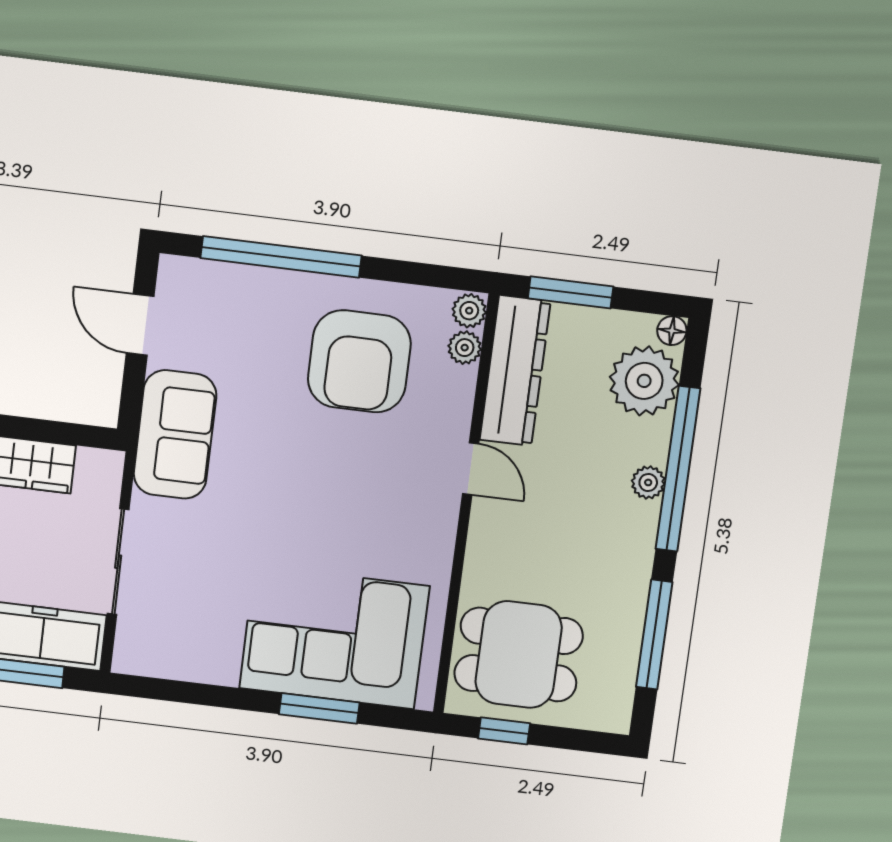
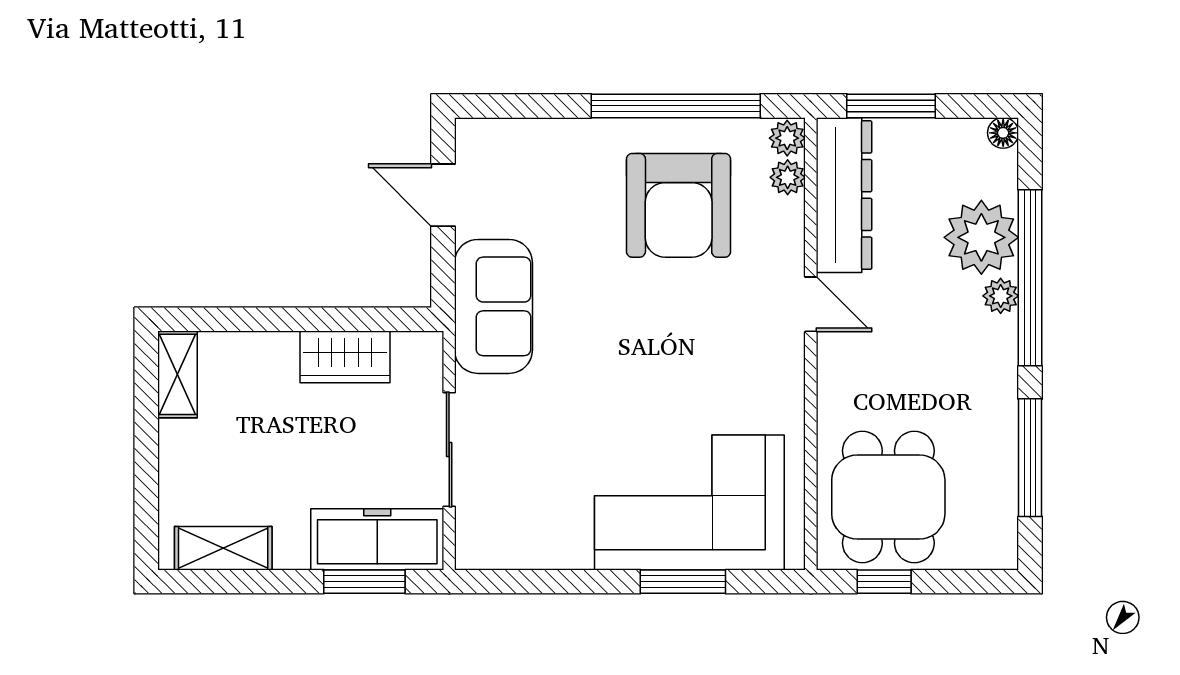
window: (281, 257) -> (676, 106), moved
plant: (644, 381) -> (981, 237), moved
dining table: (519, 655) -> (888, 497), turned 90

